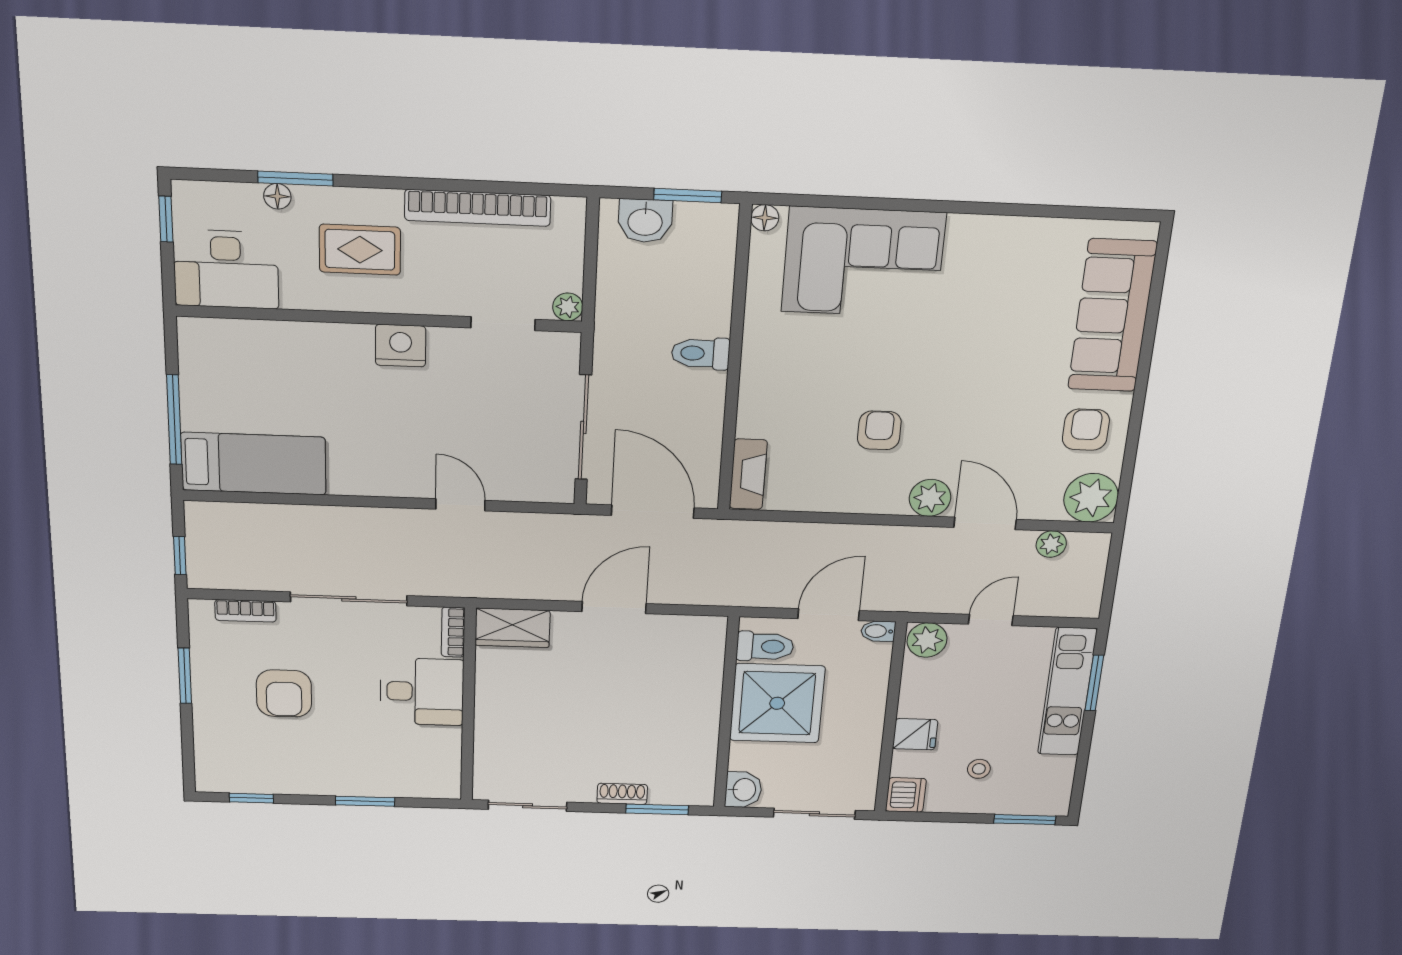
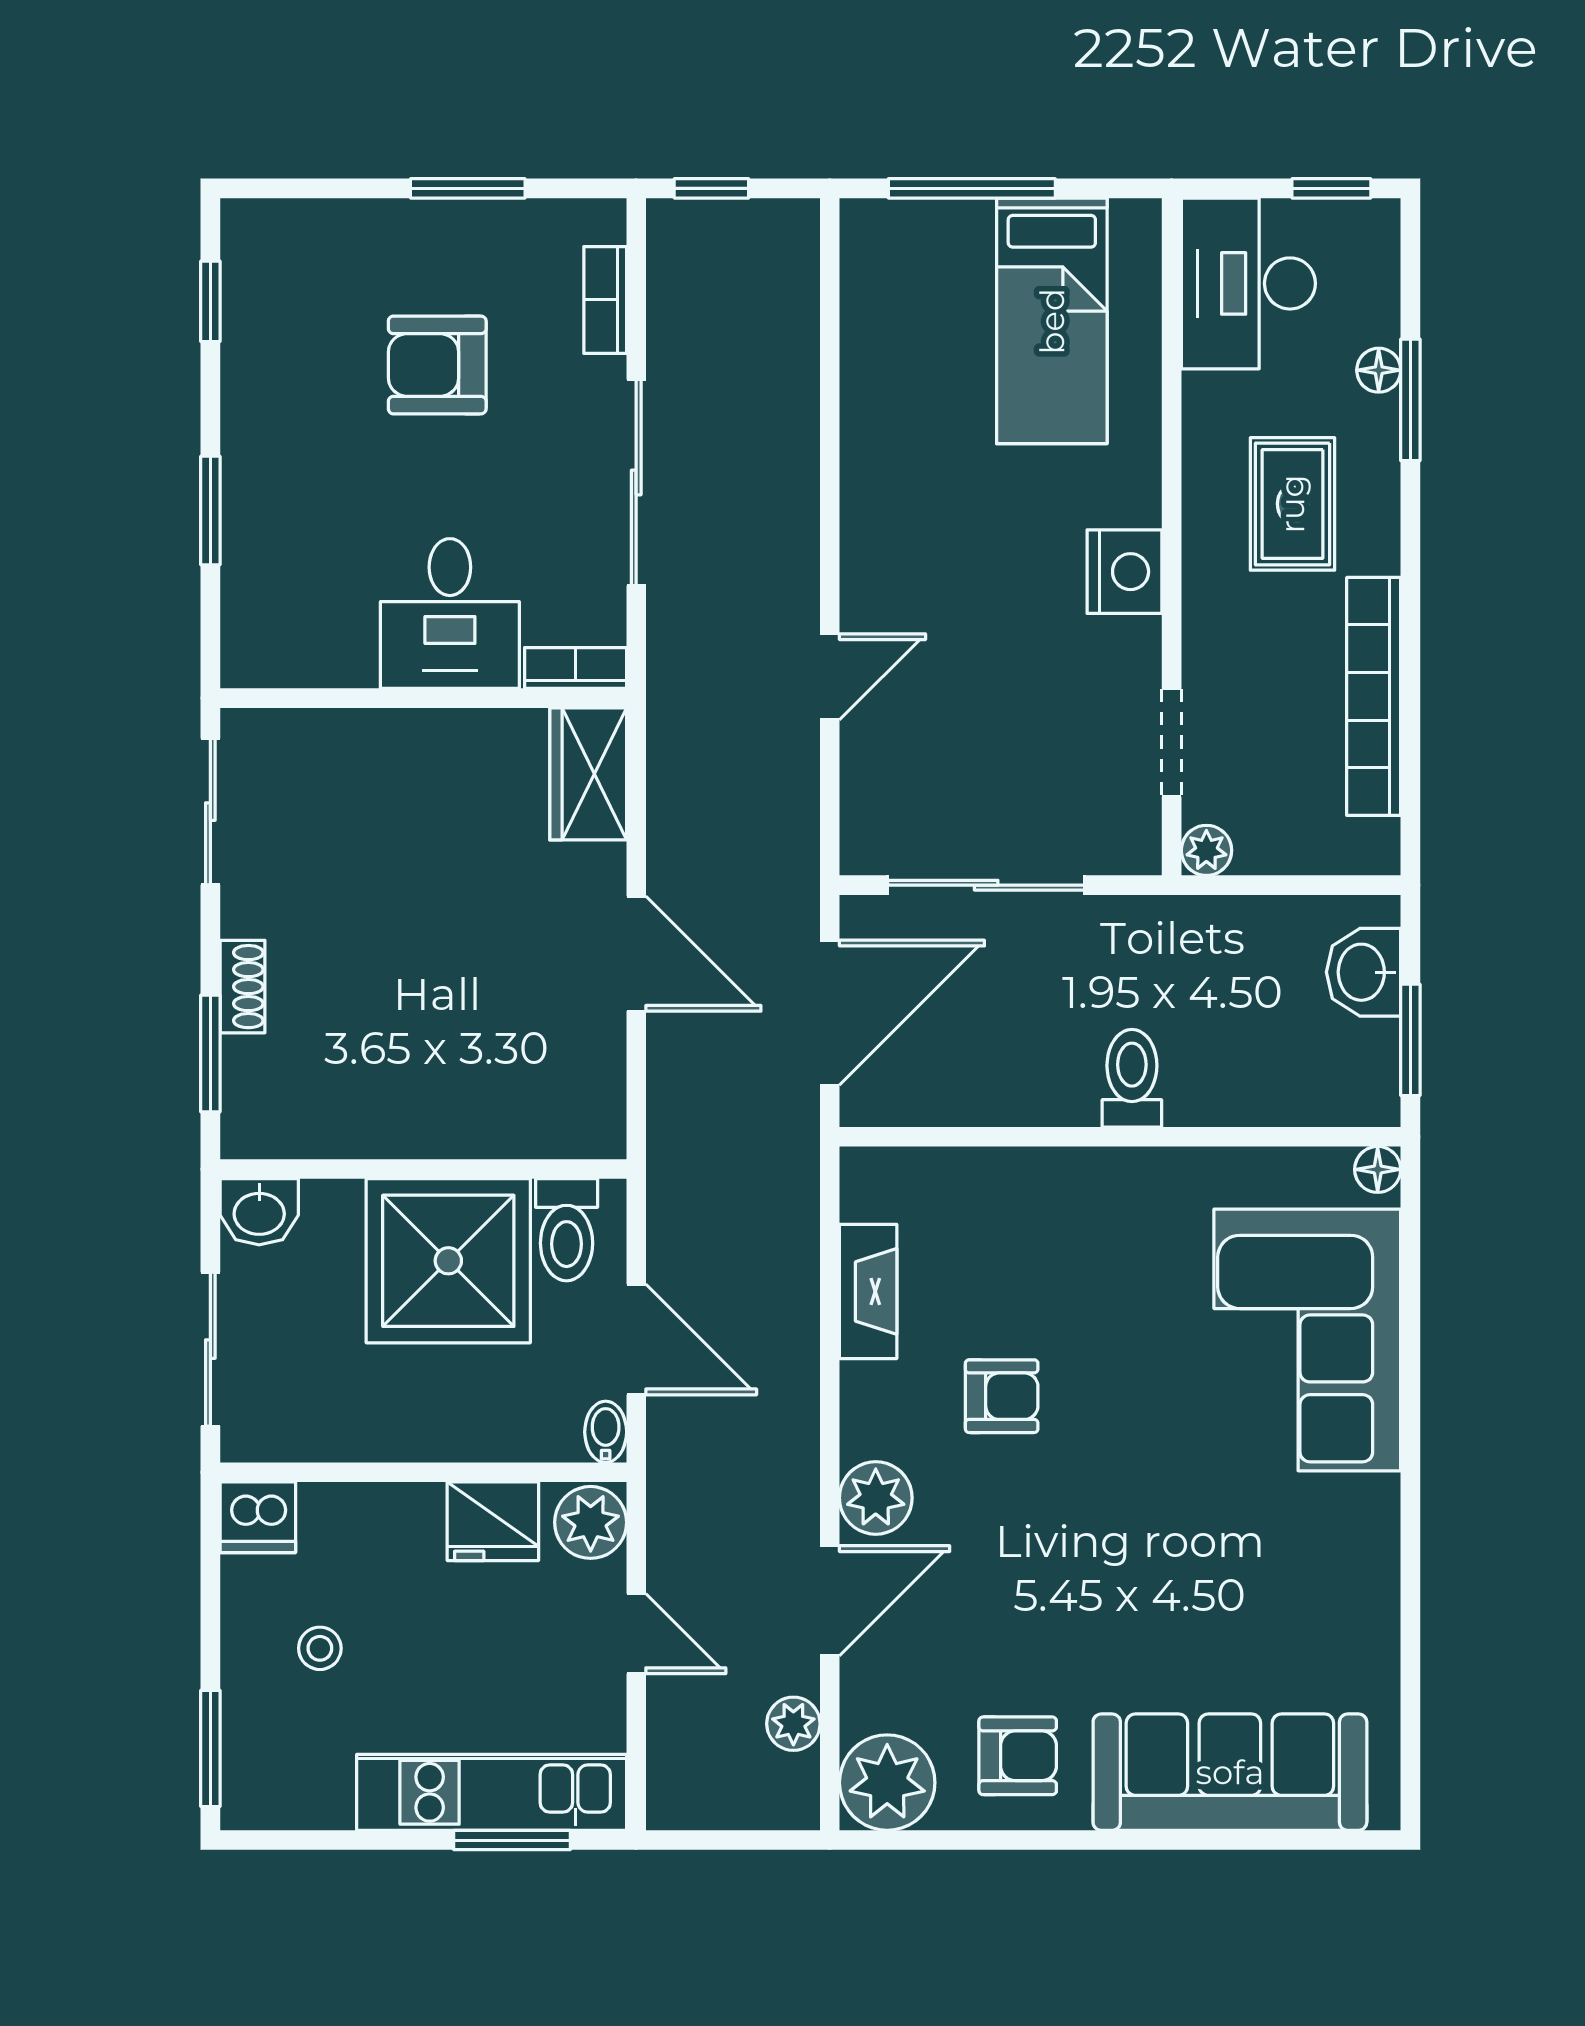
bed: (254, 464) -> (1052, 321), moved
fireplace: (748, 474) -> (868, 1291), moved, turned -90
fridge: (915, 734) -> (493, 1521), moved, width x1.38

